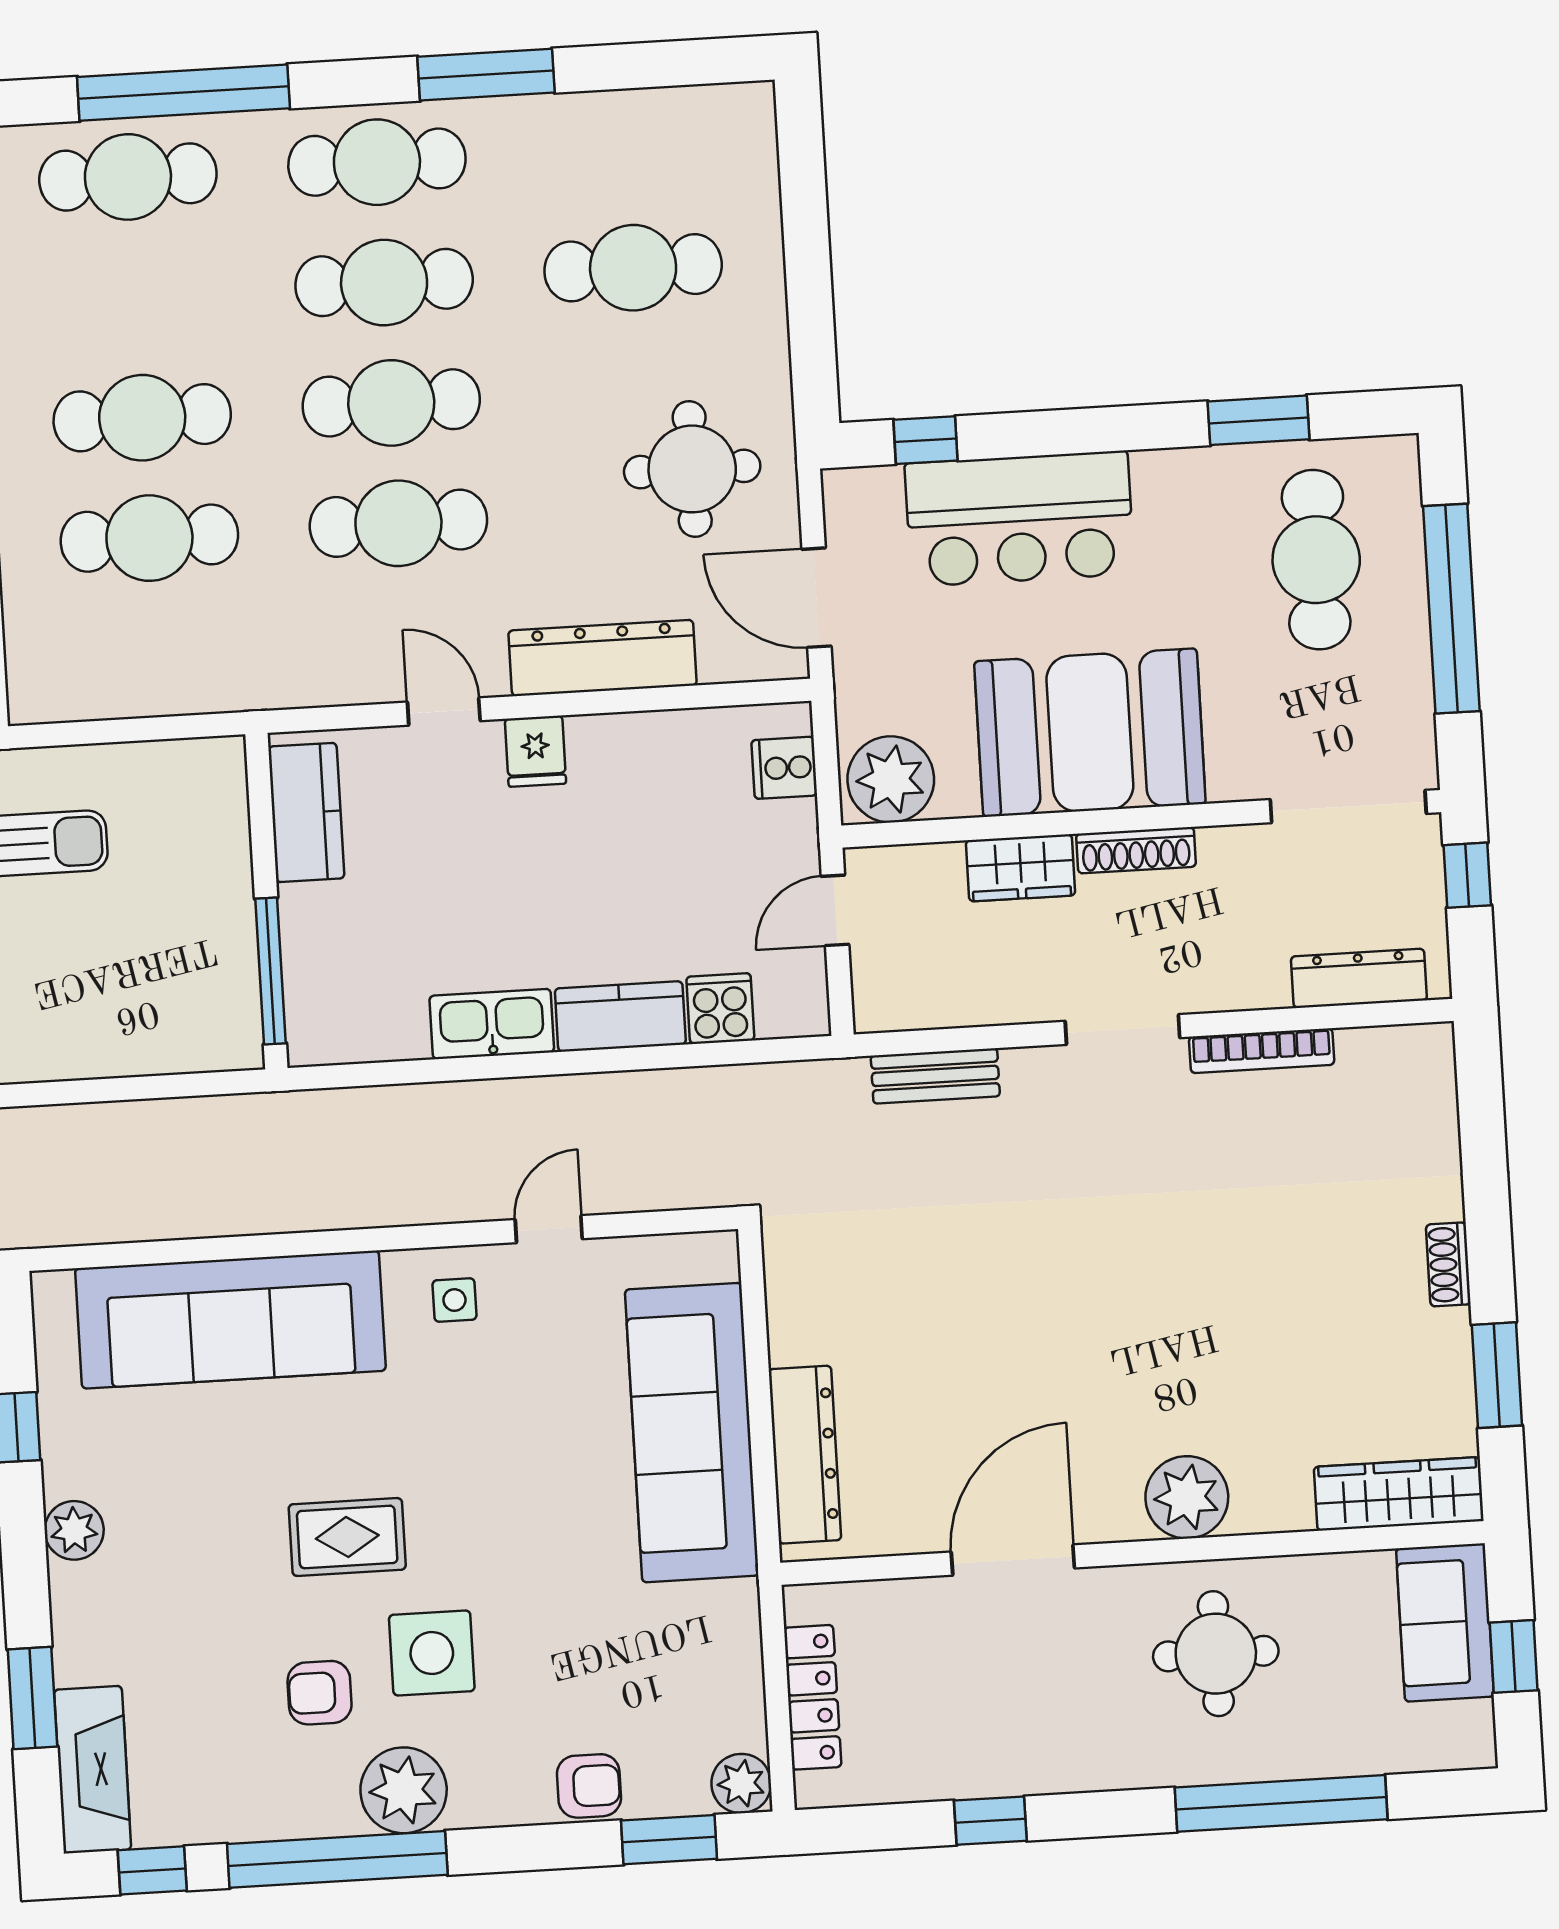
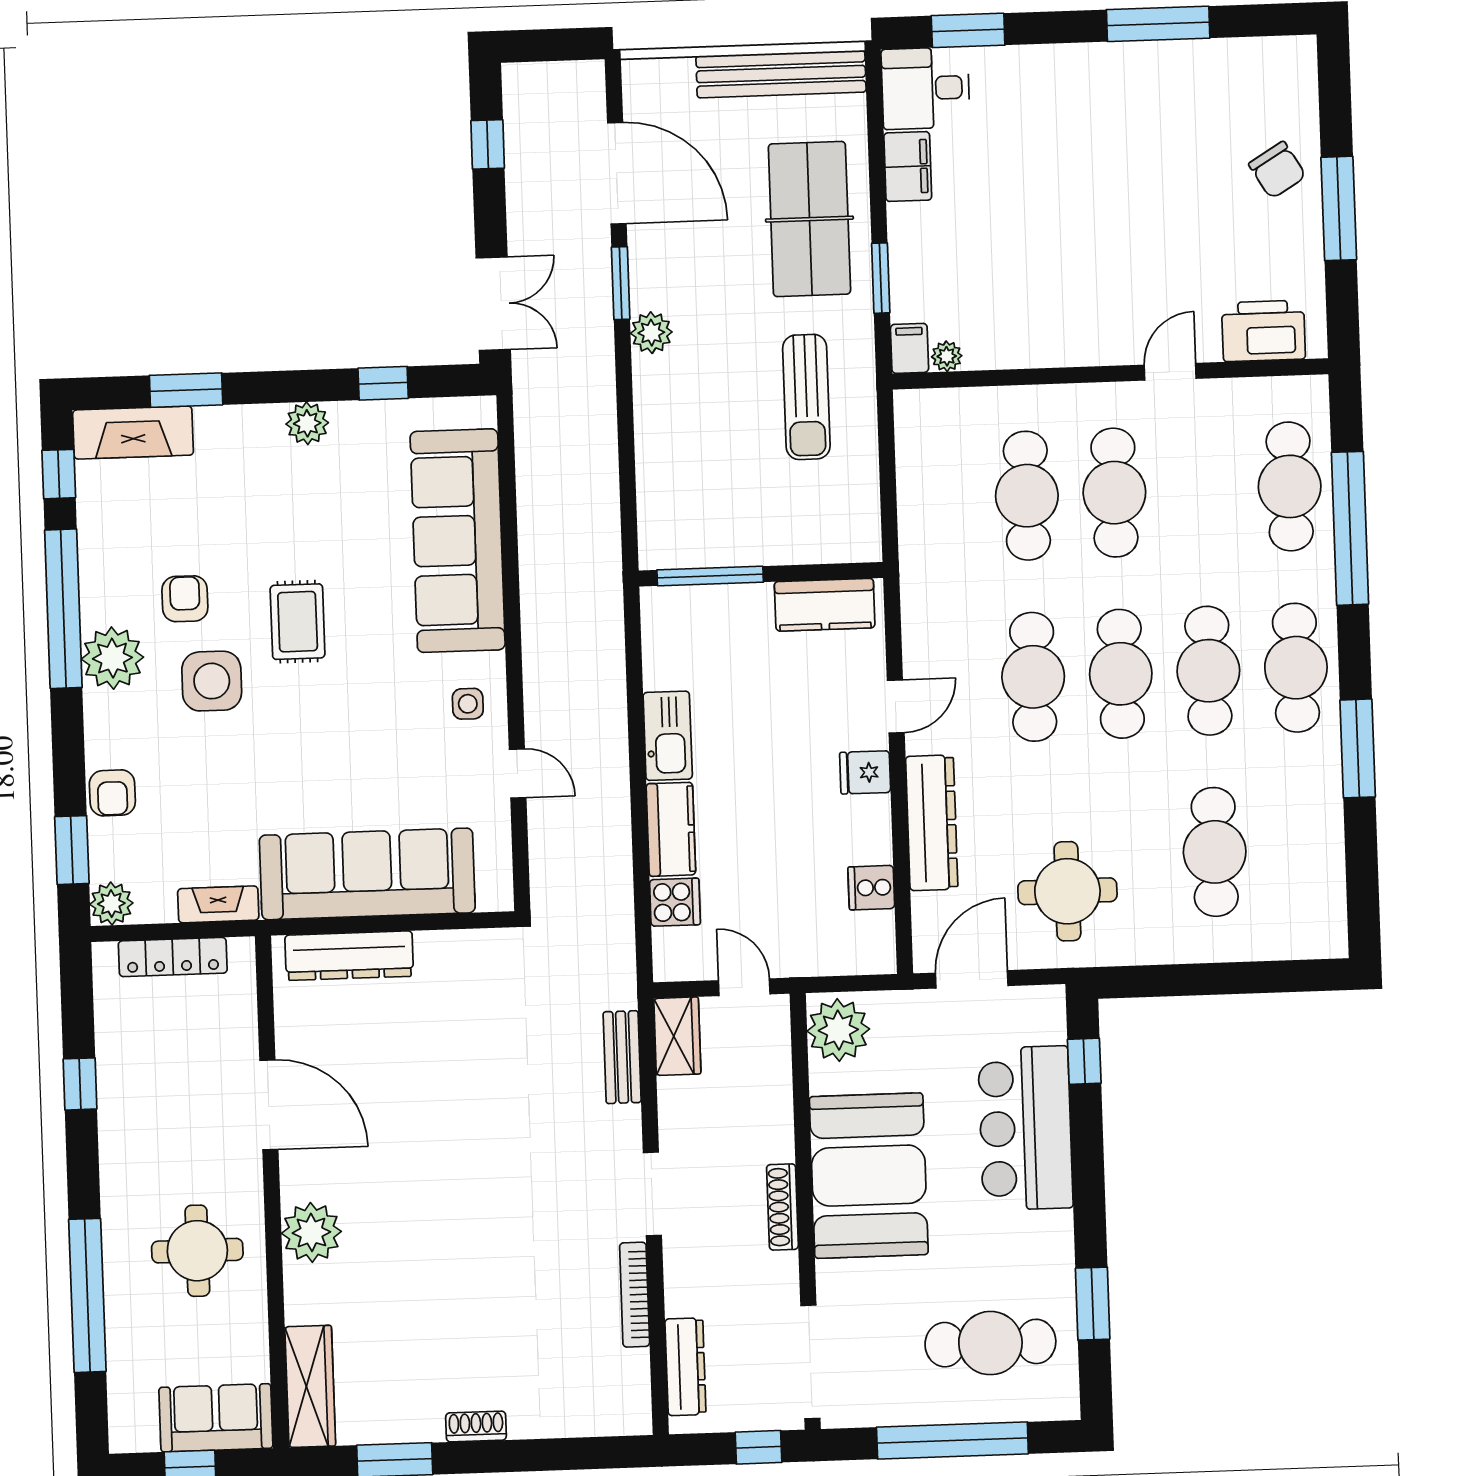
cooker: (784, 768) -> (871, 888), moved, turned -90
wardrobe: (1021, 868) -> (677, 1036), moved, turned 180
fireplace: (739, 1637) -> (218, 904), added

